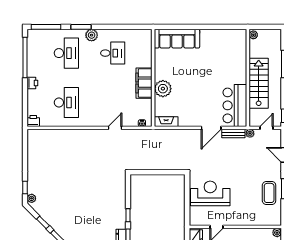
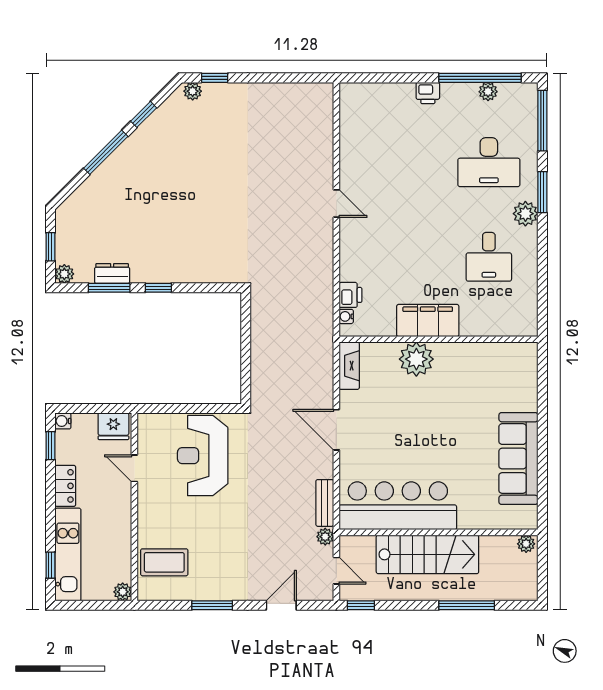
sofa: (177, 39) -> (518, 459), moved
plant: (32, 53) -> (488, 92), added
desk: (66, 102) -> (388, 162), removed
bar counter: (235, 105) -> (398, 506), width x1.36
printer: (33, 121) -> (350, 295), moved
door: (115, 128) -> (336, 204), moved
door: (211, 128) -> (336, 430), moved
reception desk: (210, 193) -> (203, 456), turned 180
coffee table: (269, 193) -> (164, 562), moved

